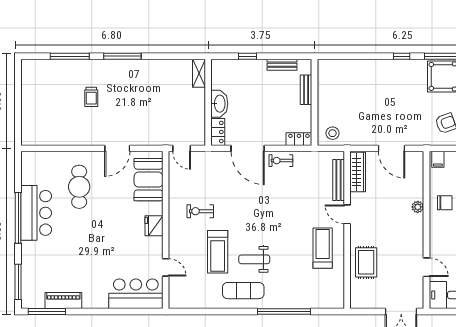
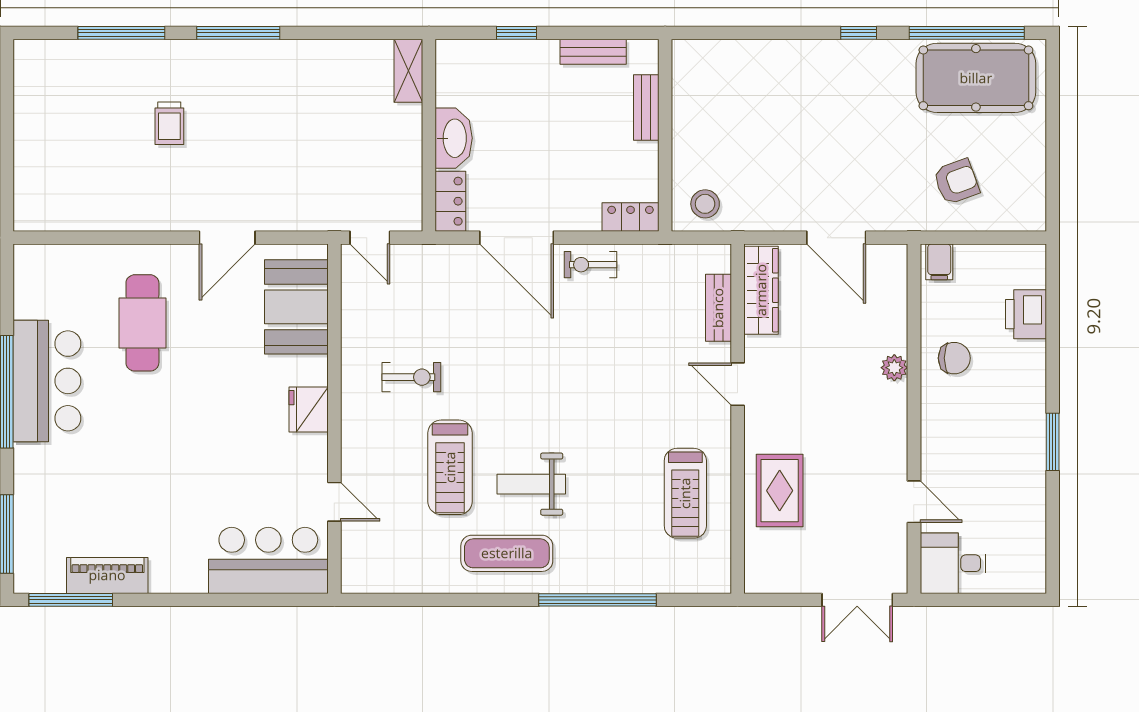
bench: (339, 180) -> (718, 308), width x0.73
exercise bike: (200, 211) -> (411, 377), turned 180
treadmill: (323, 248) -> (685, 493), moved, turned 180

